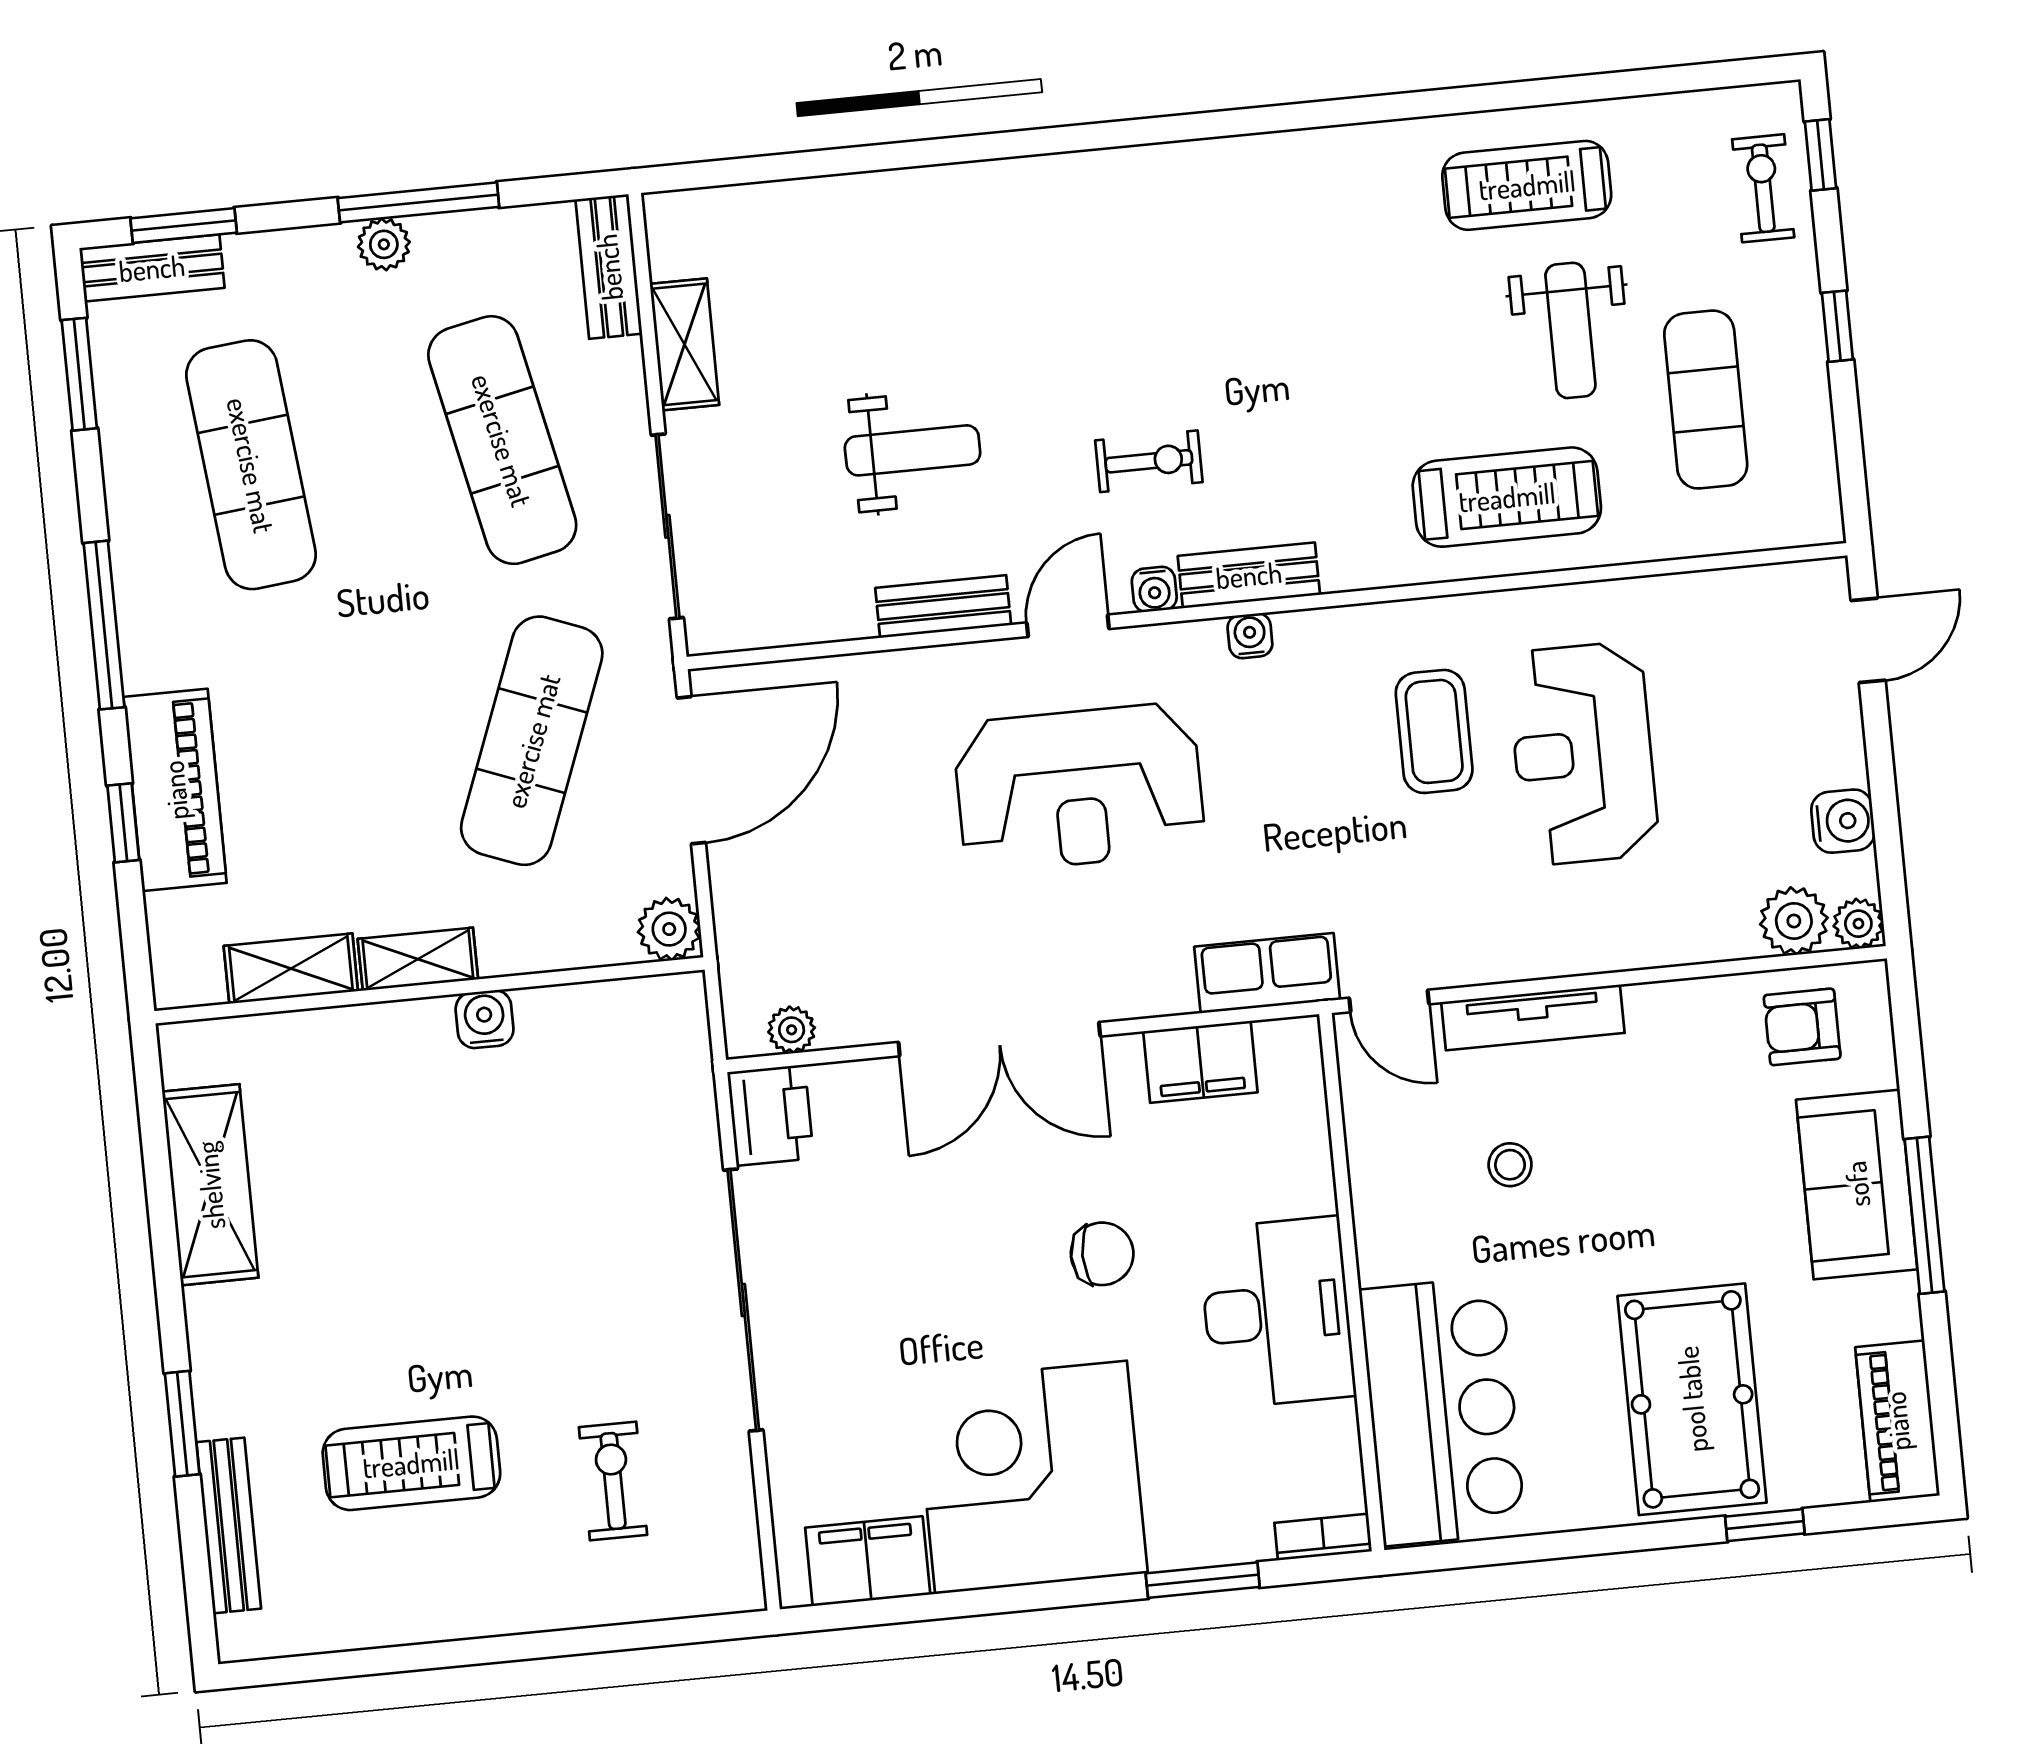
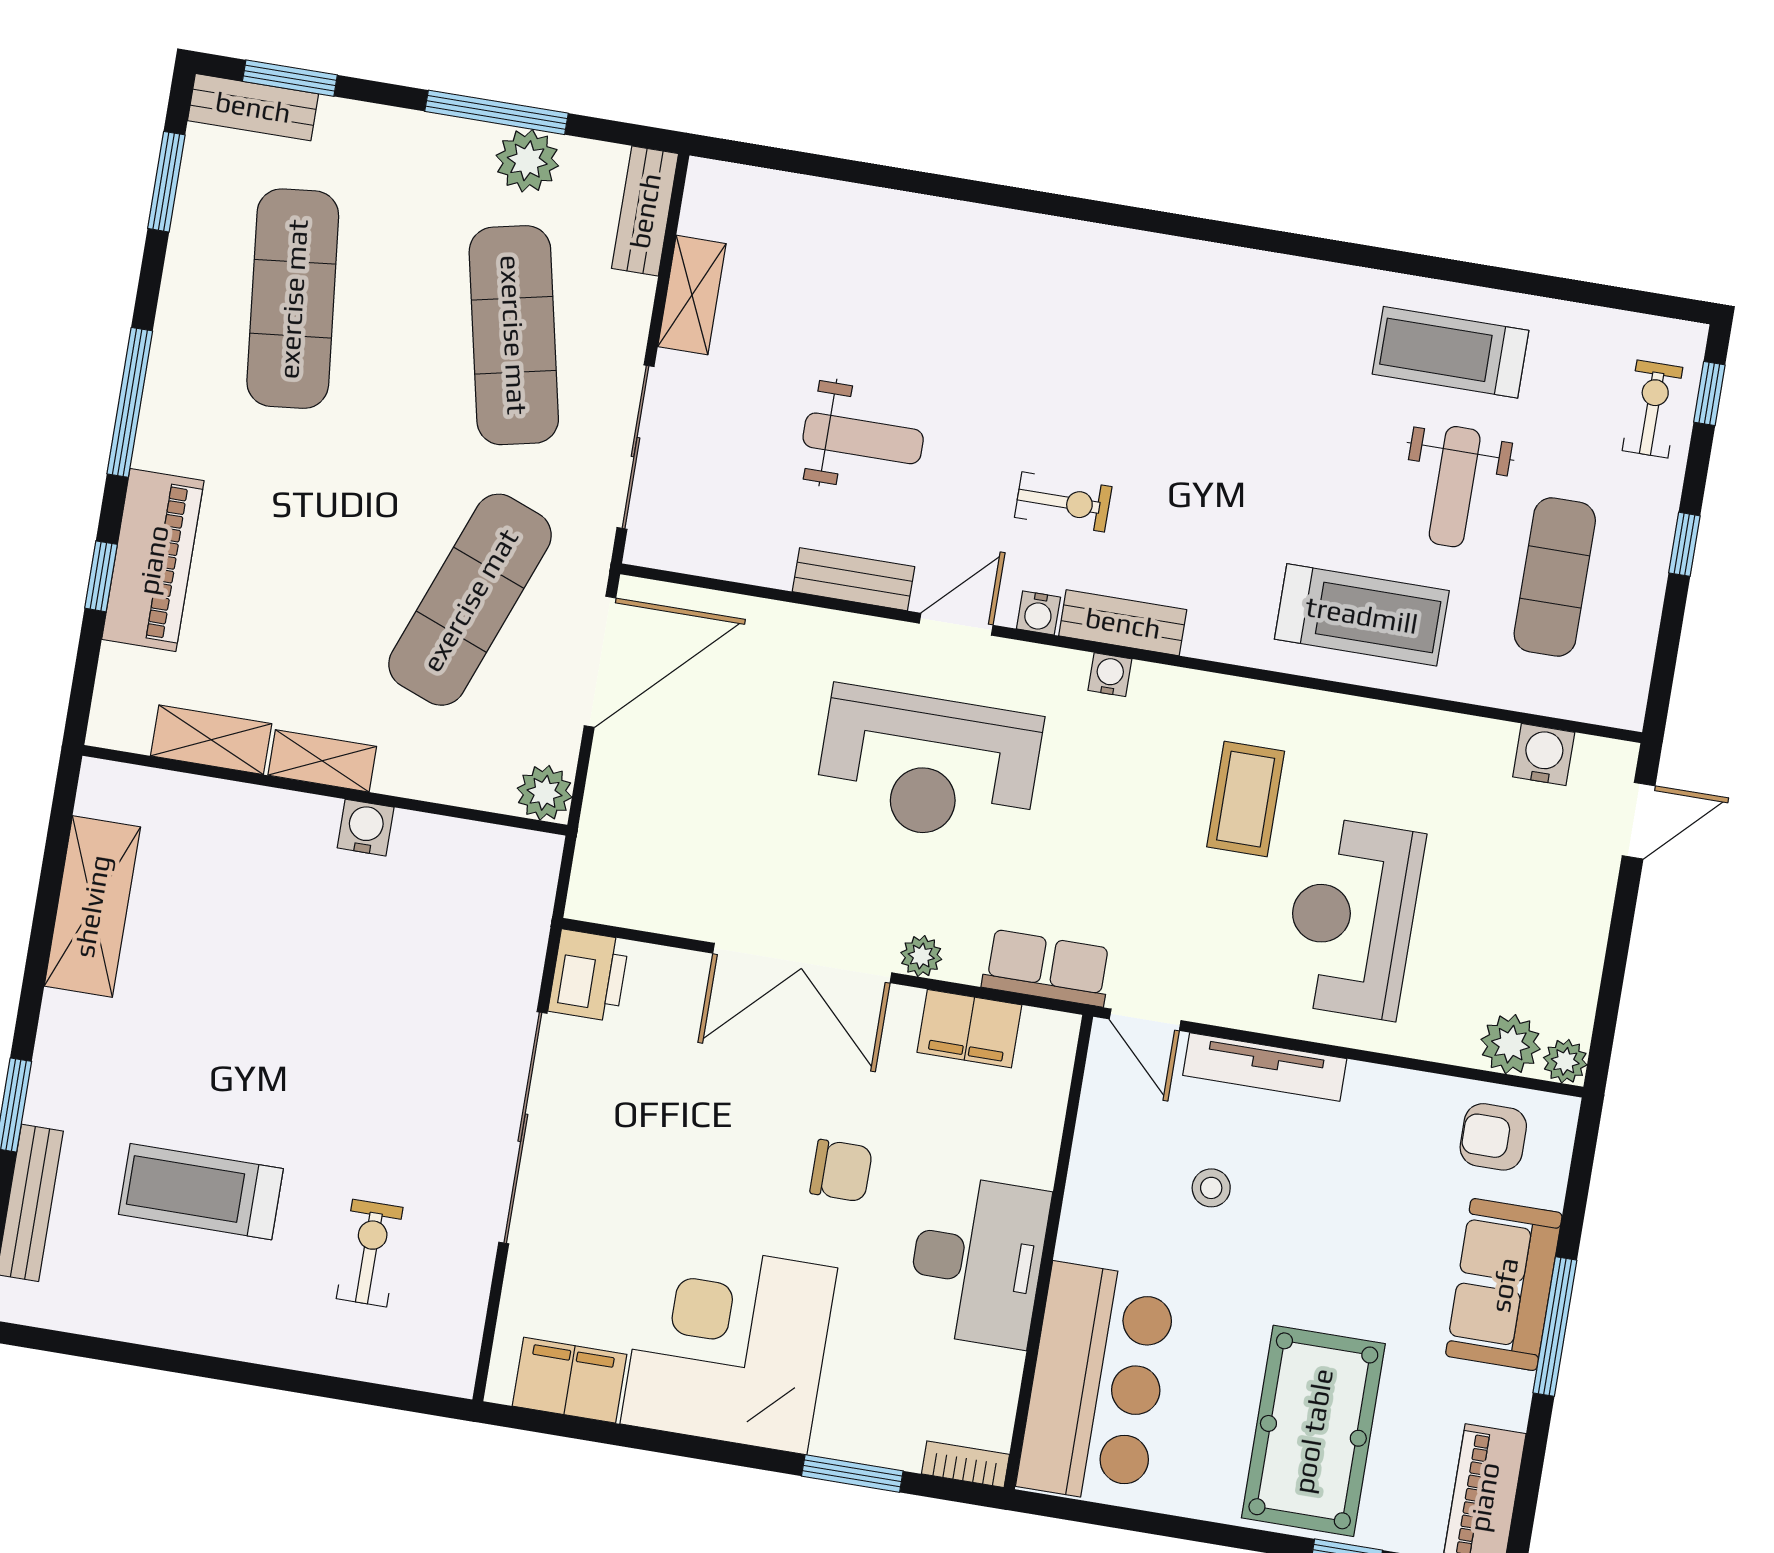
plant: (384, 244) -> (527, 161), moved, width x1.38, depth x1.38
reception desk: (1583, 753) -> (1352, 918), moved
water cooler: (1843, 821) -> (1544, 755), moved, turned -90
plant: (792, 1030) -> (921, 956), moved

